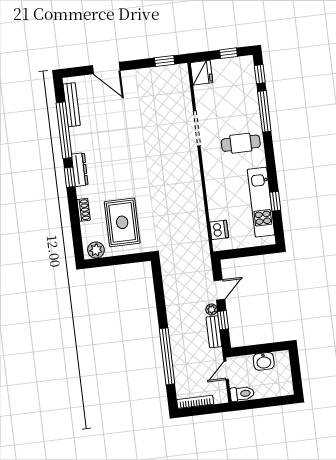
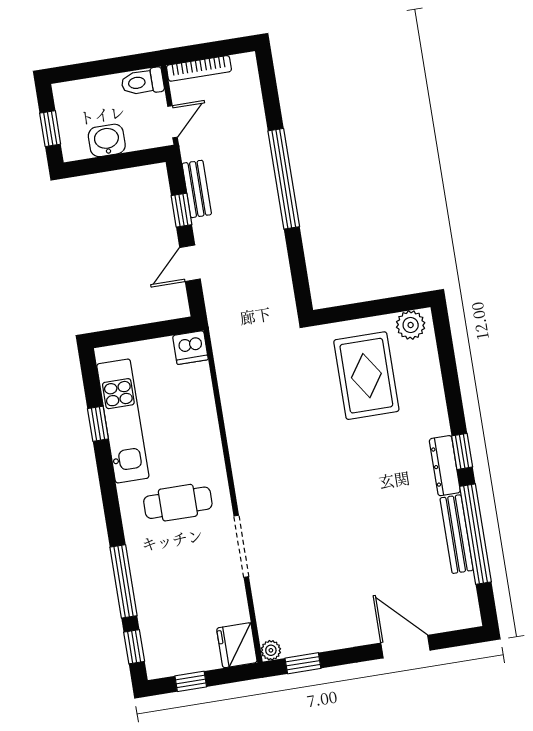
bench: (72, 105) -> (457, 534), moved
cafe table: (241, 143) -> (178, 503), moved
shoe rack: (84, 210) -> (435, 395), removed
dishwasher: (219, 230) -> (190, 348), moved, turned -90
plant: (212, 309) -> (271, 650), moved
window: (167, 356) -> (284, 179), moved
window: (296, 369) -> (50, 129), added
bookcase: (195, 402) -> (199, 68), moved

